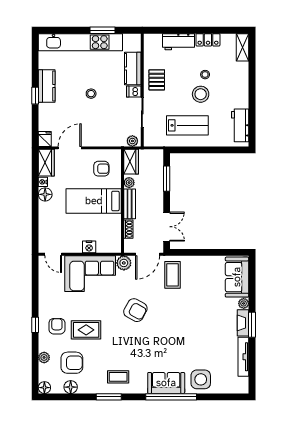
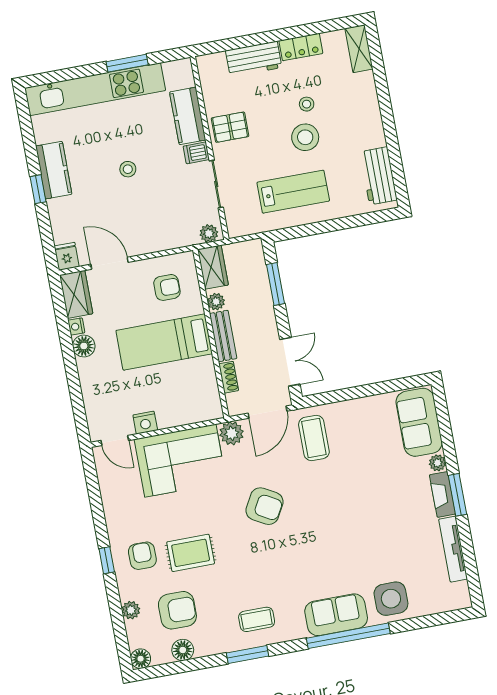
pallet: (157, 80) -> (230, 127), turned 90
door: (70, 148) -> (110, 263), hinge flipped
nightstand: (89, 247) -> (145, 423), moved

